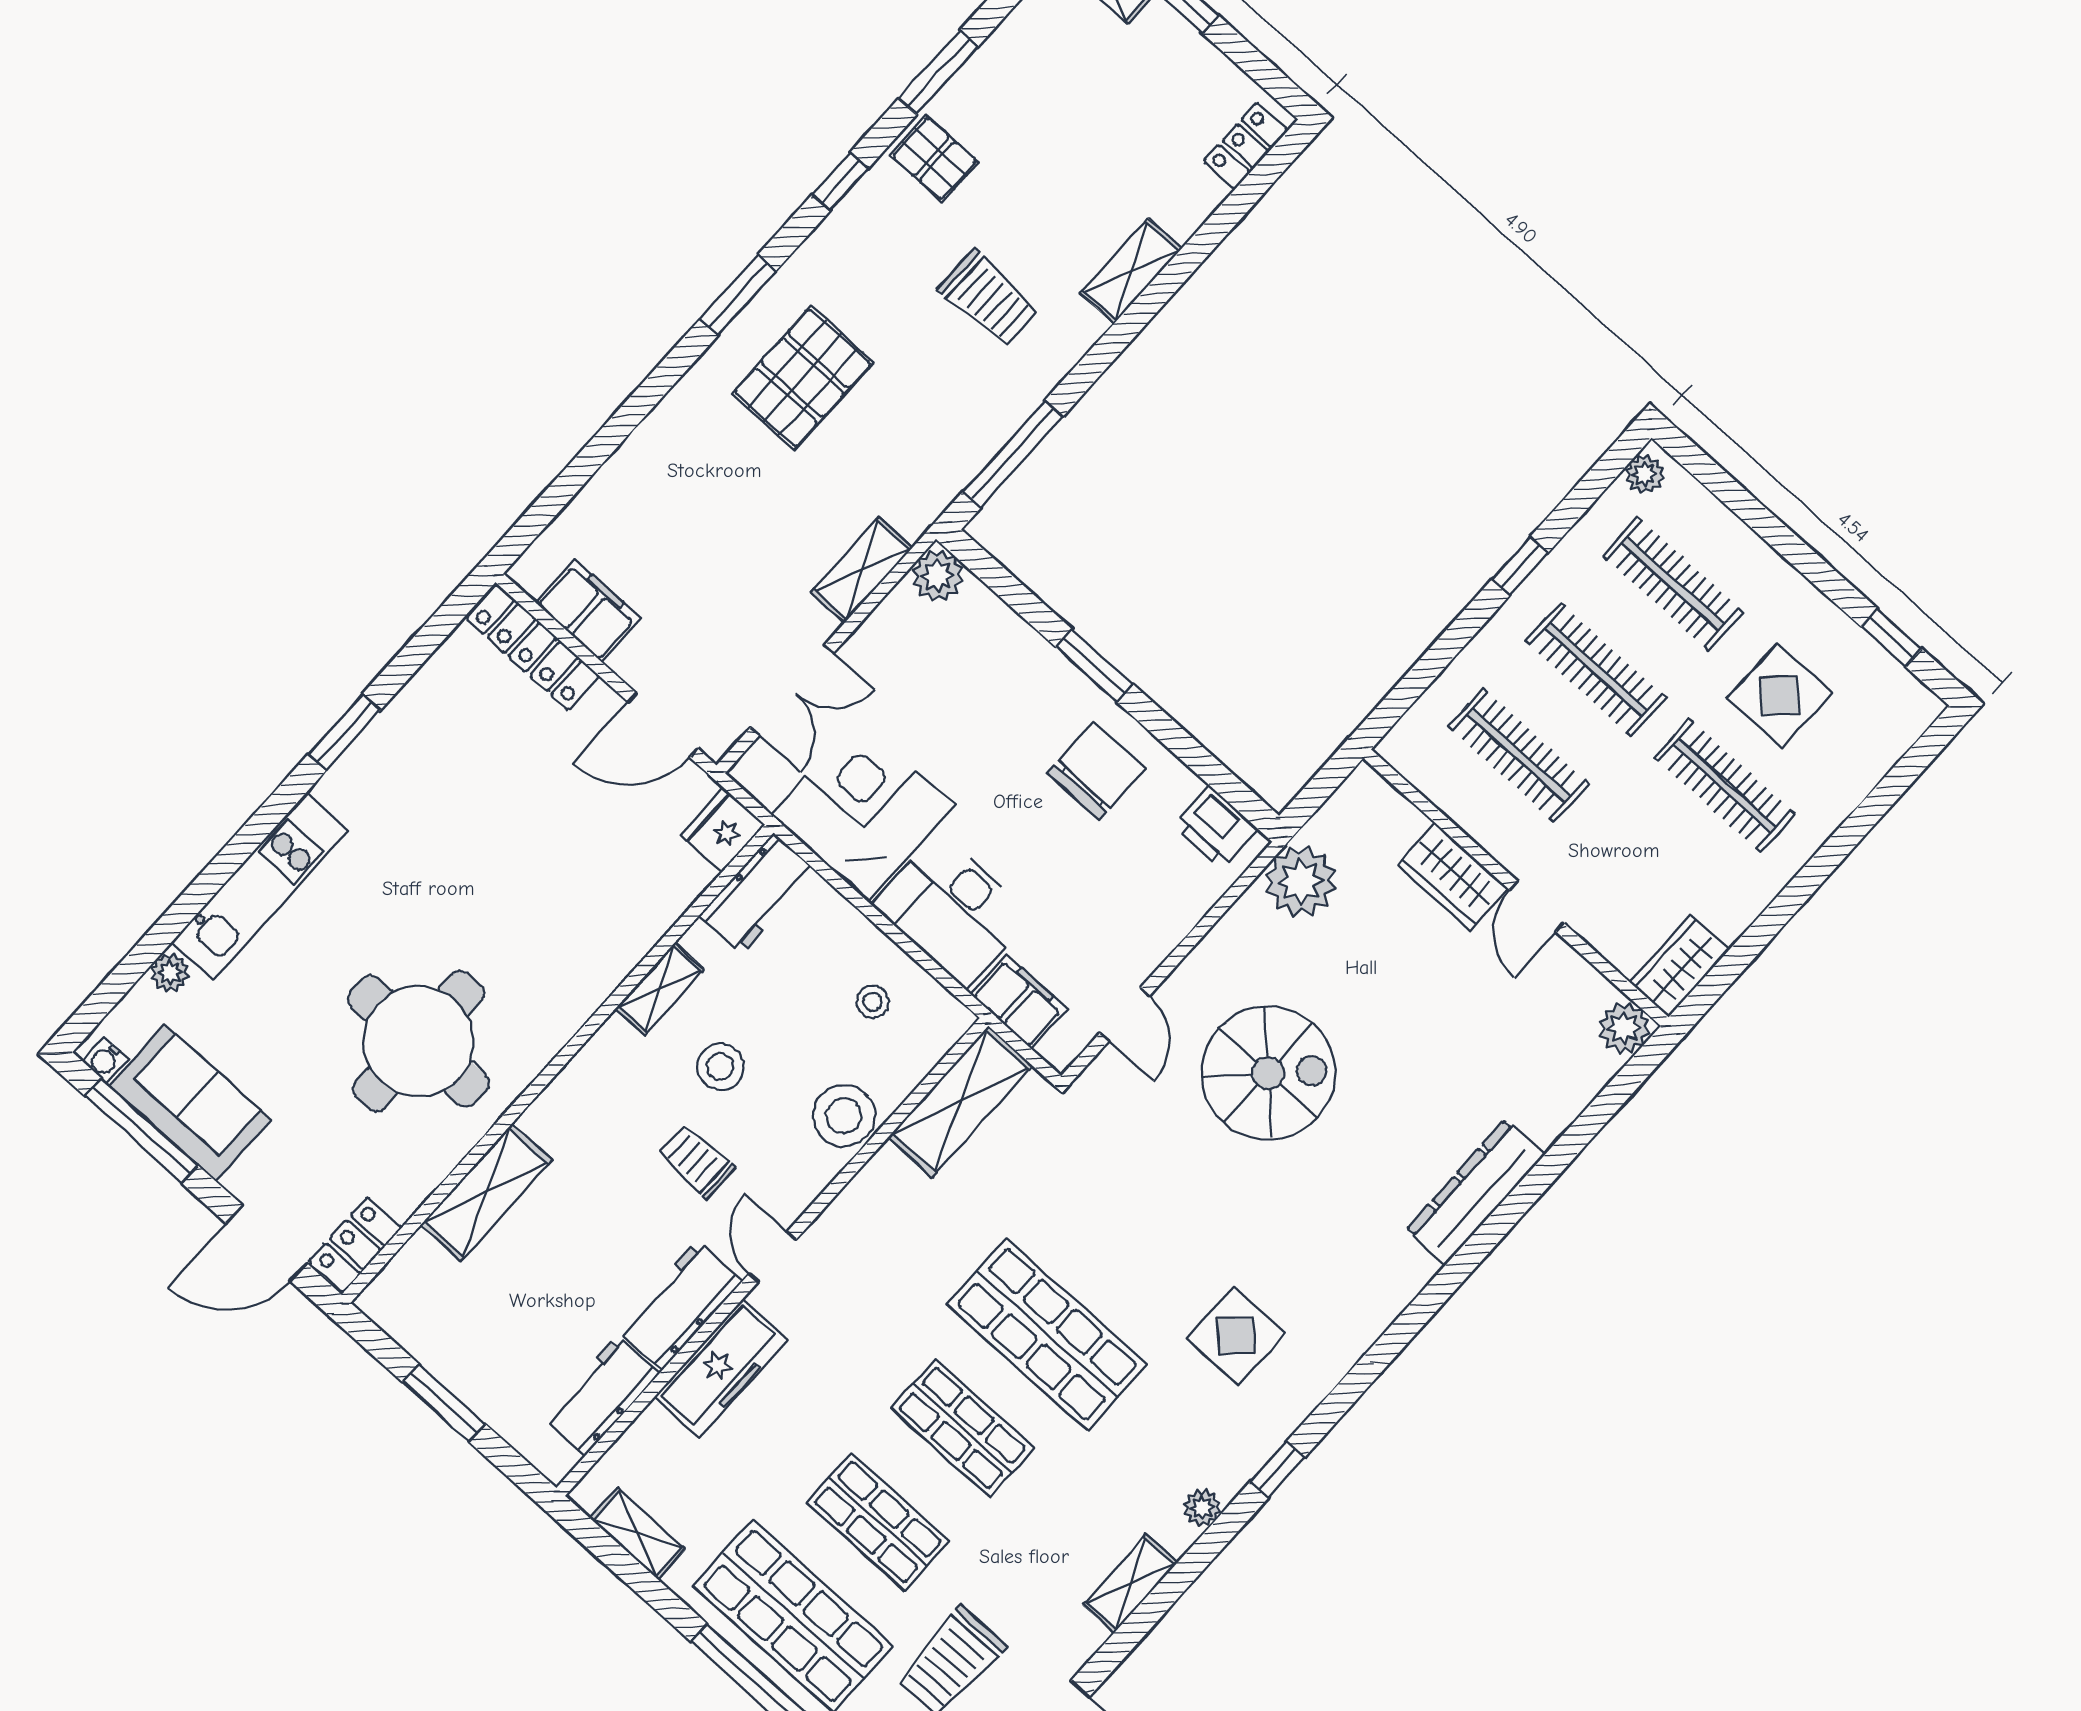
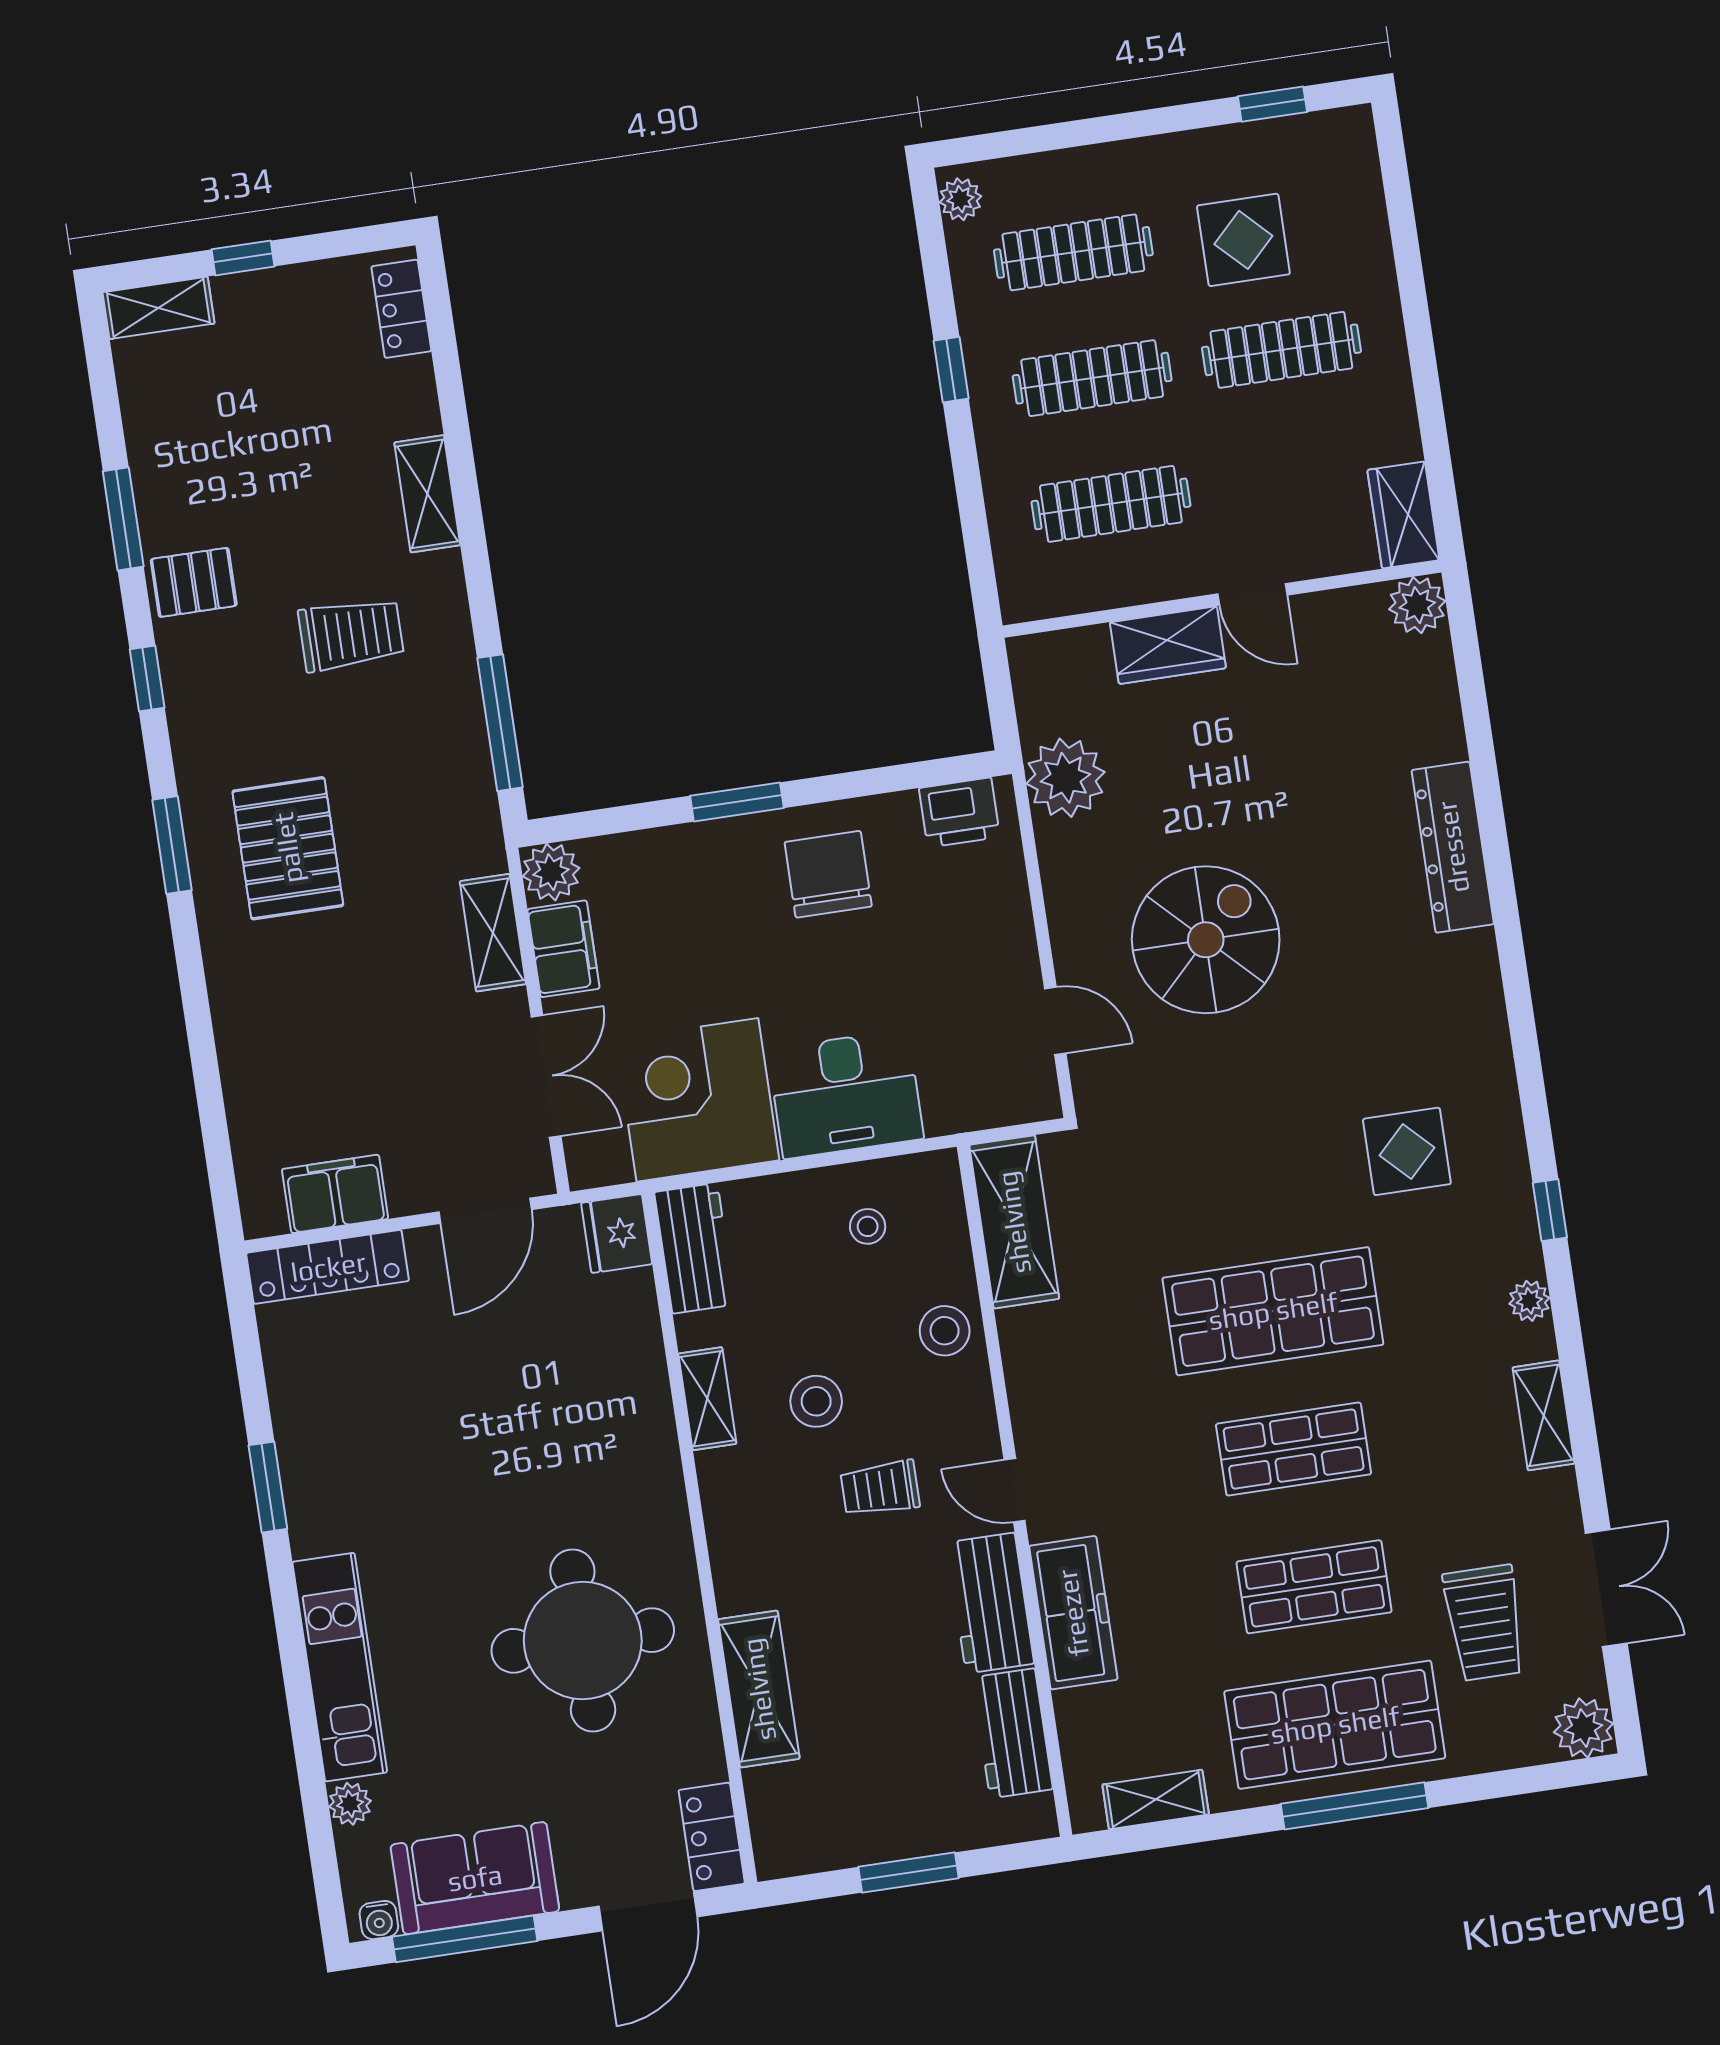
filing cabinet: (1019, 1002) -> (564, 949), moved, turned 90
stool: (844, 1116) -> (945, 1331), width x0.73, depth x0.73

